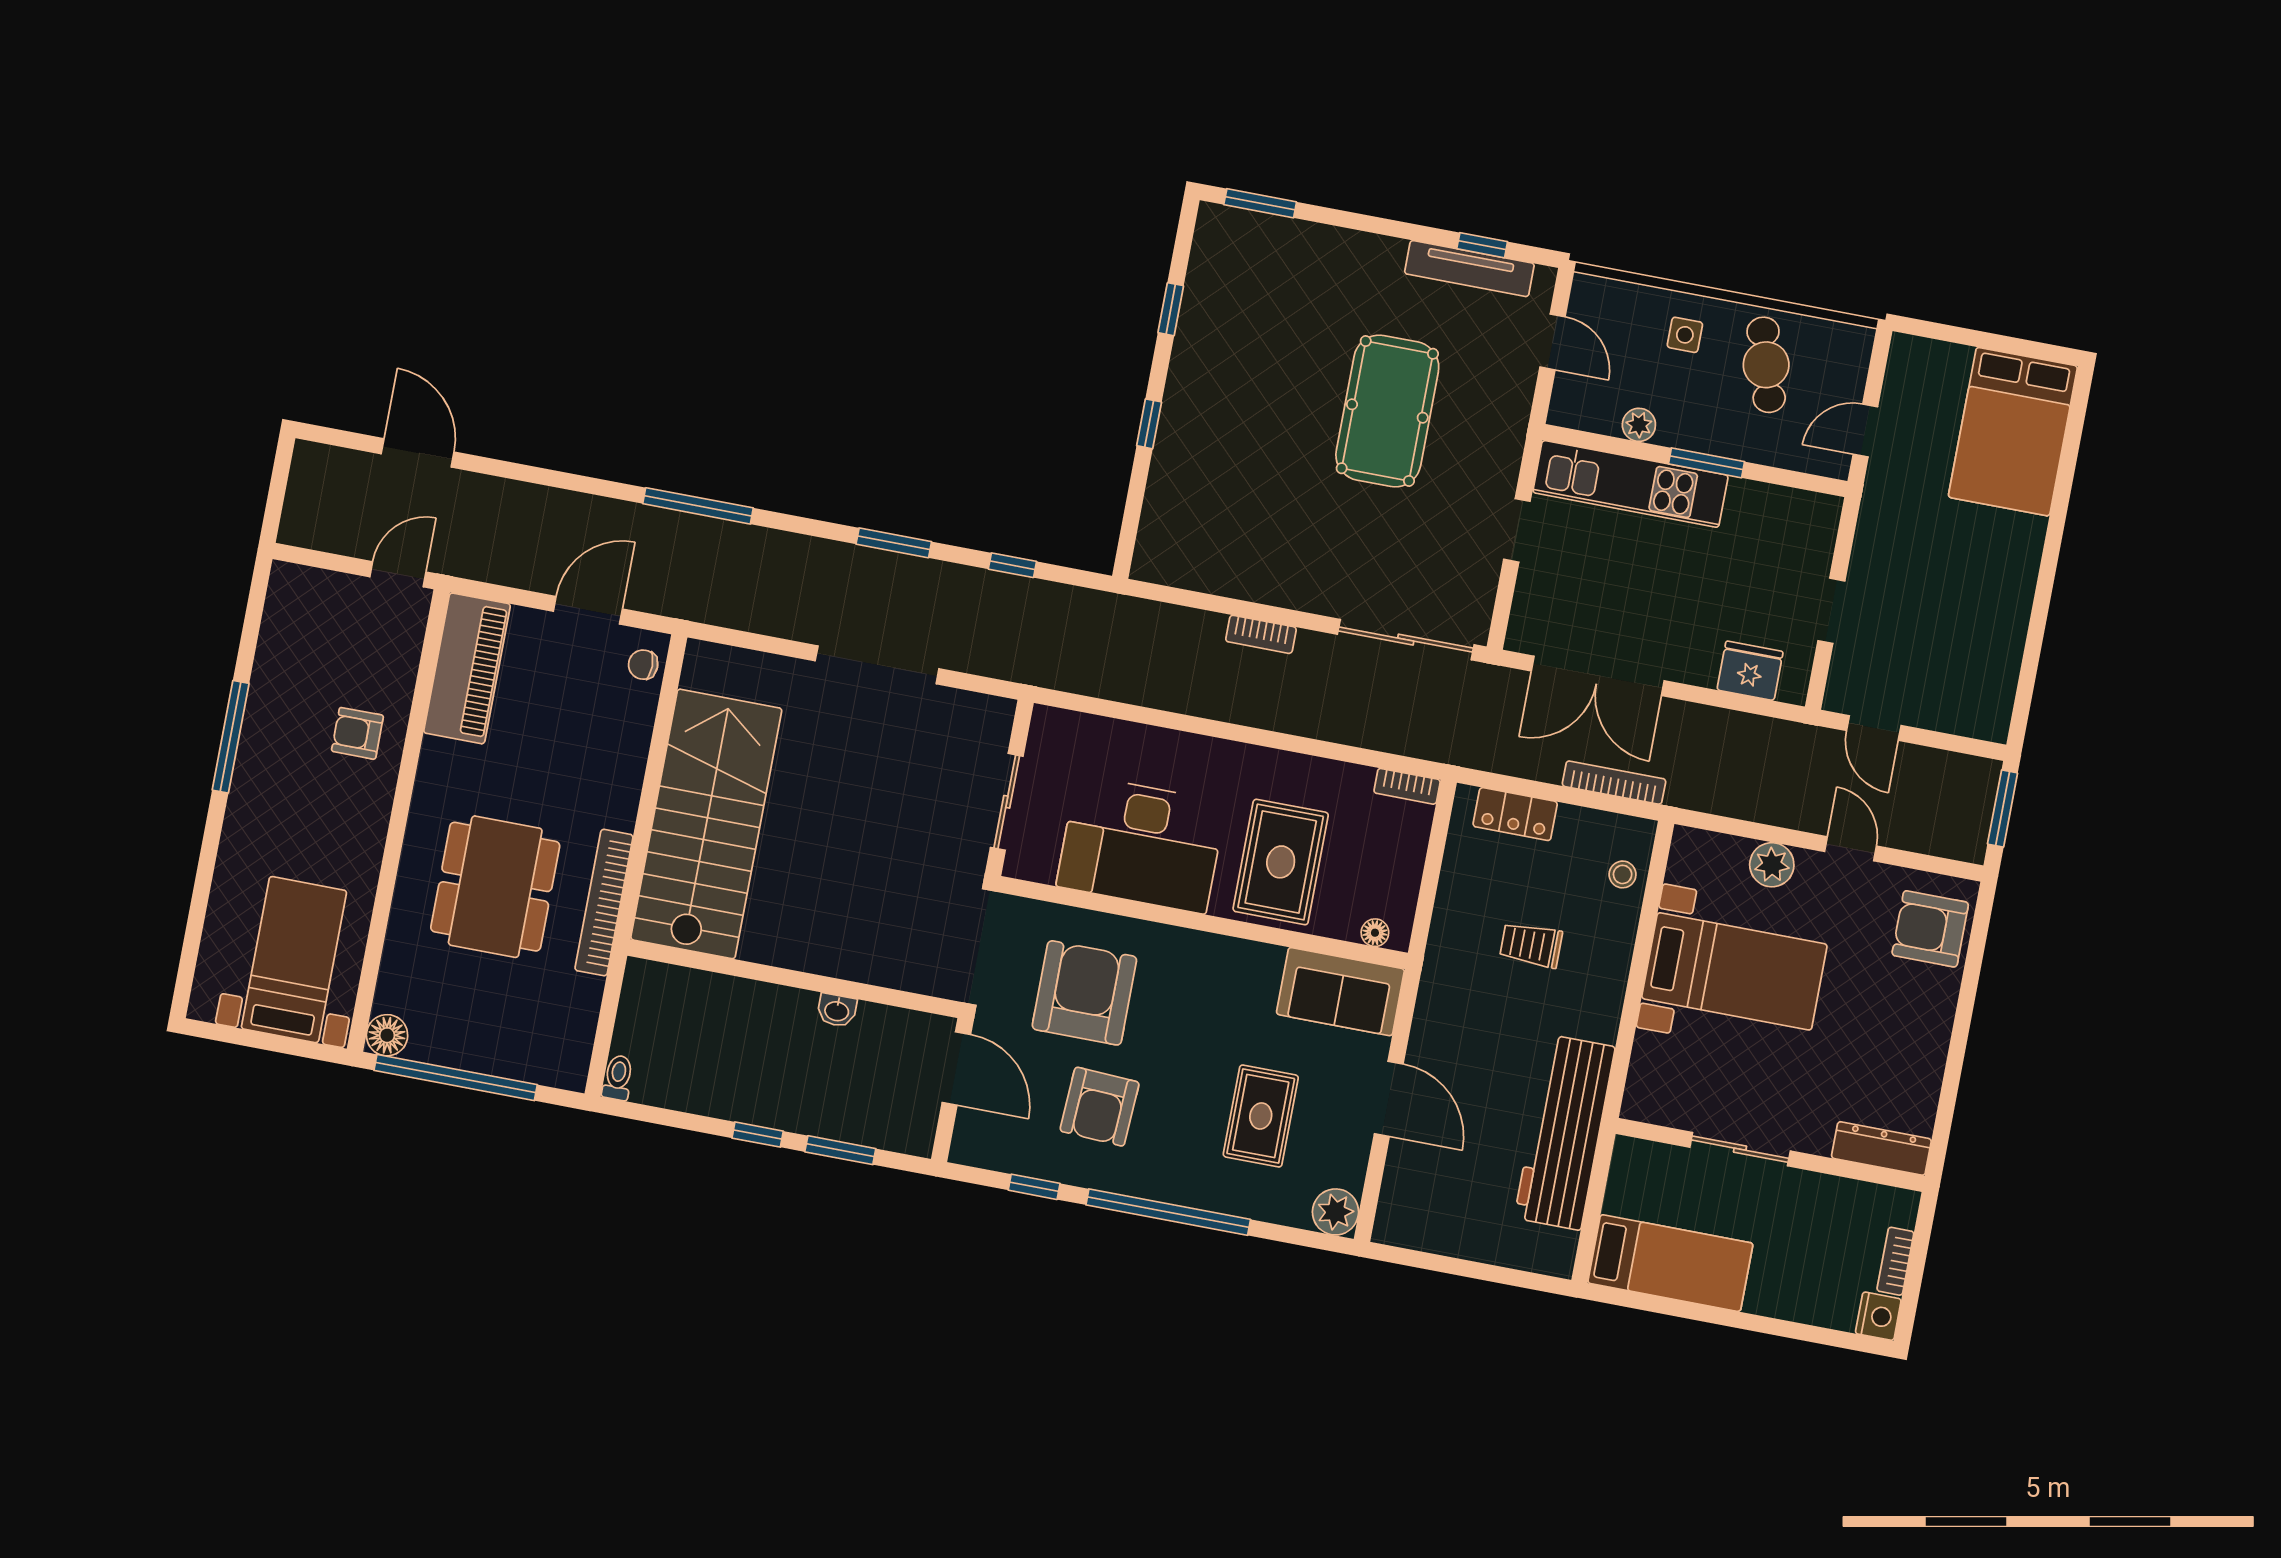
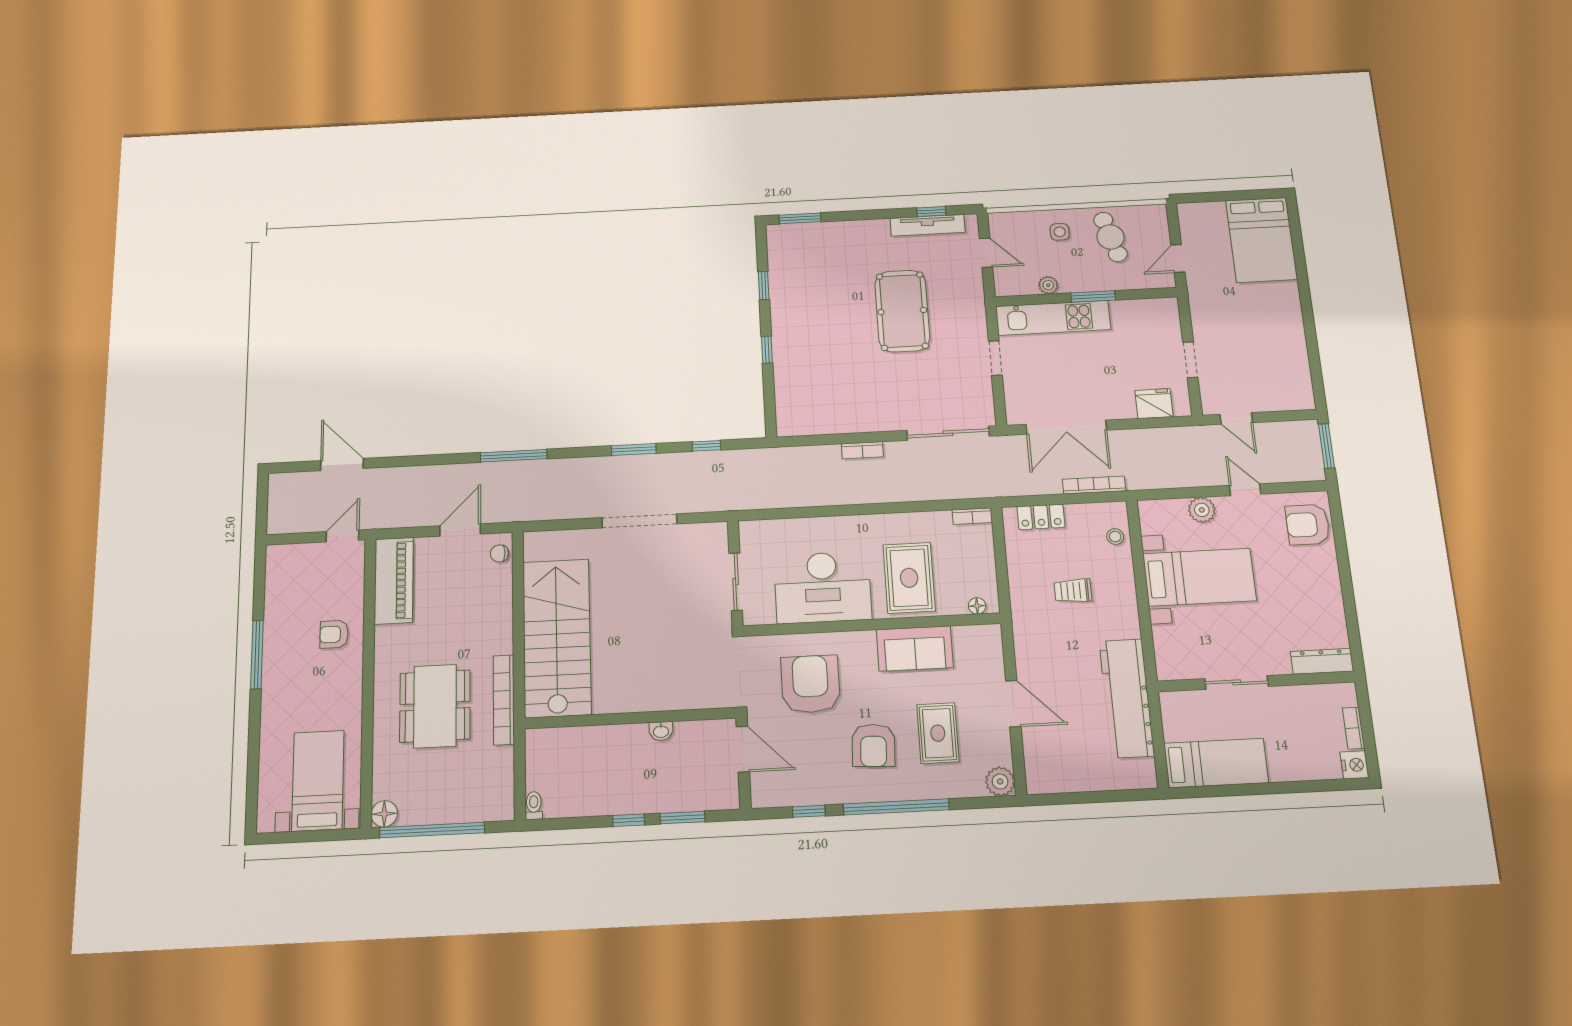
sofa: (1340, 992) -> (915, 649), moved
armchair: (1100, 1107) -> (873, 745), moved

